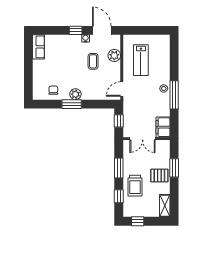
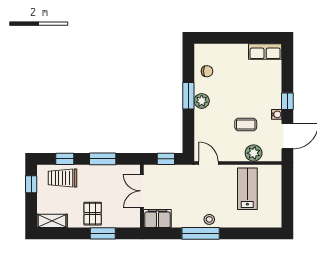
lab bench: (141, 60) -> (247, 189), turned 90
trolley: (135, 186) -> (62, 178), moved

